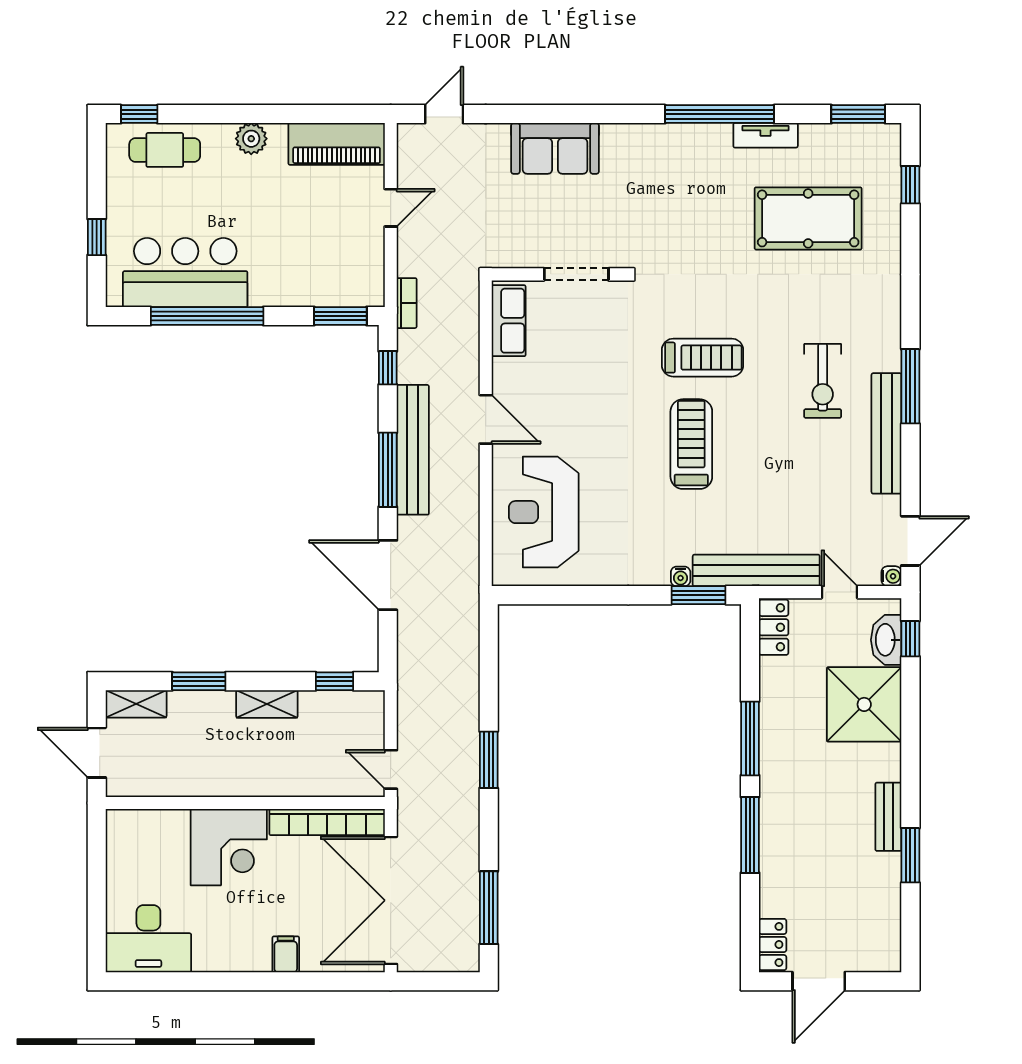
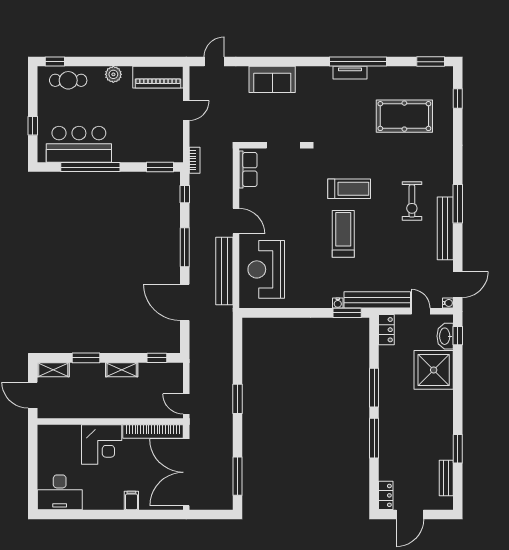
tv unit: (766, 135) -> (350, 73), moved
bench: (413, 450) -> (224, 271), moved
bench: (888, 817) -> (446, 478), moved

